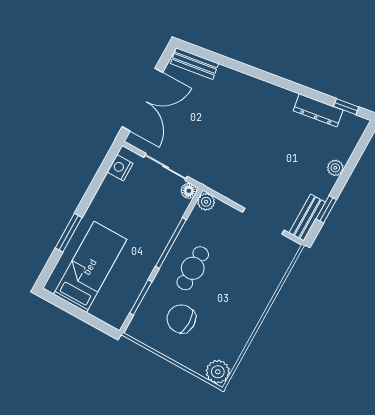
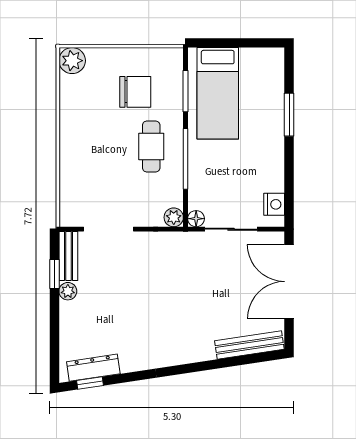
bench: (194, 64) -> (249, 345), width x1.36
dresser: (318, 110) -> (93, 368), moved
plant: (335, 168) -> (68, 291), moved
bed: (90, 267) -> (218, 93), moved

